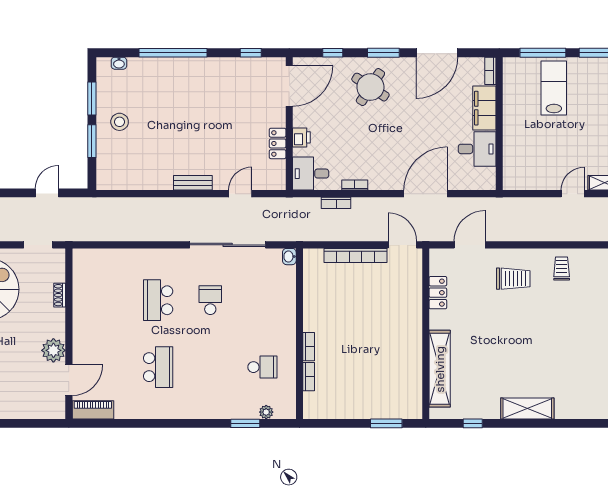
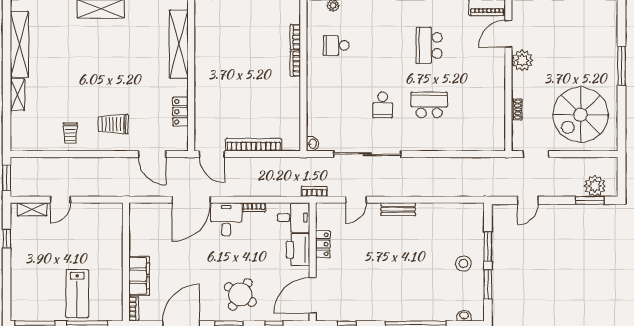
printer: (301, 137) -> (298, 250), width x1.87, depth x1.48
desk: (477, 149) -> (226, 219), moved, turned 90
bookcase: (336, 203) -> (314, 191), moved
door: (470, 245) -> (152, 154), hinge flipped
school desk: (158, 300) -> (429, 105), turned -90

